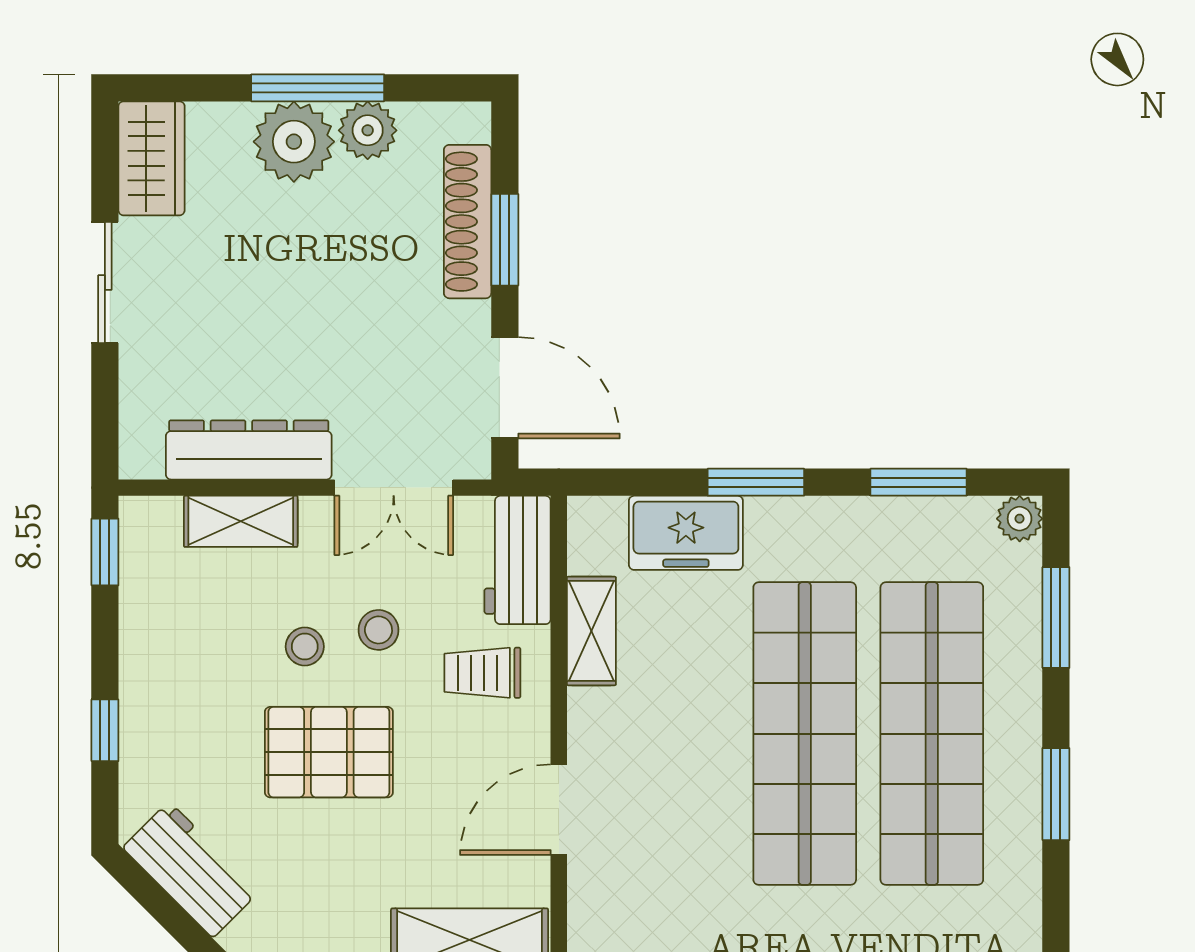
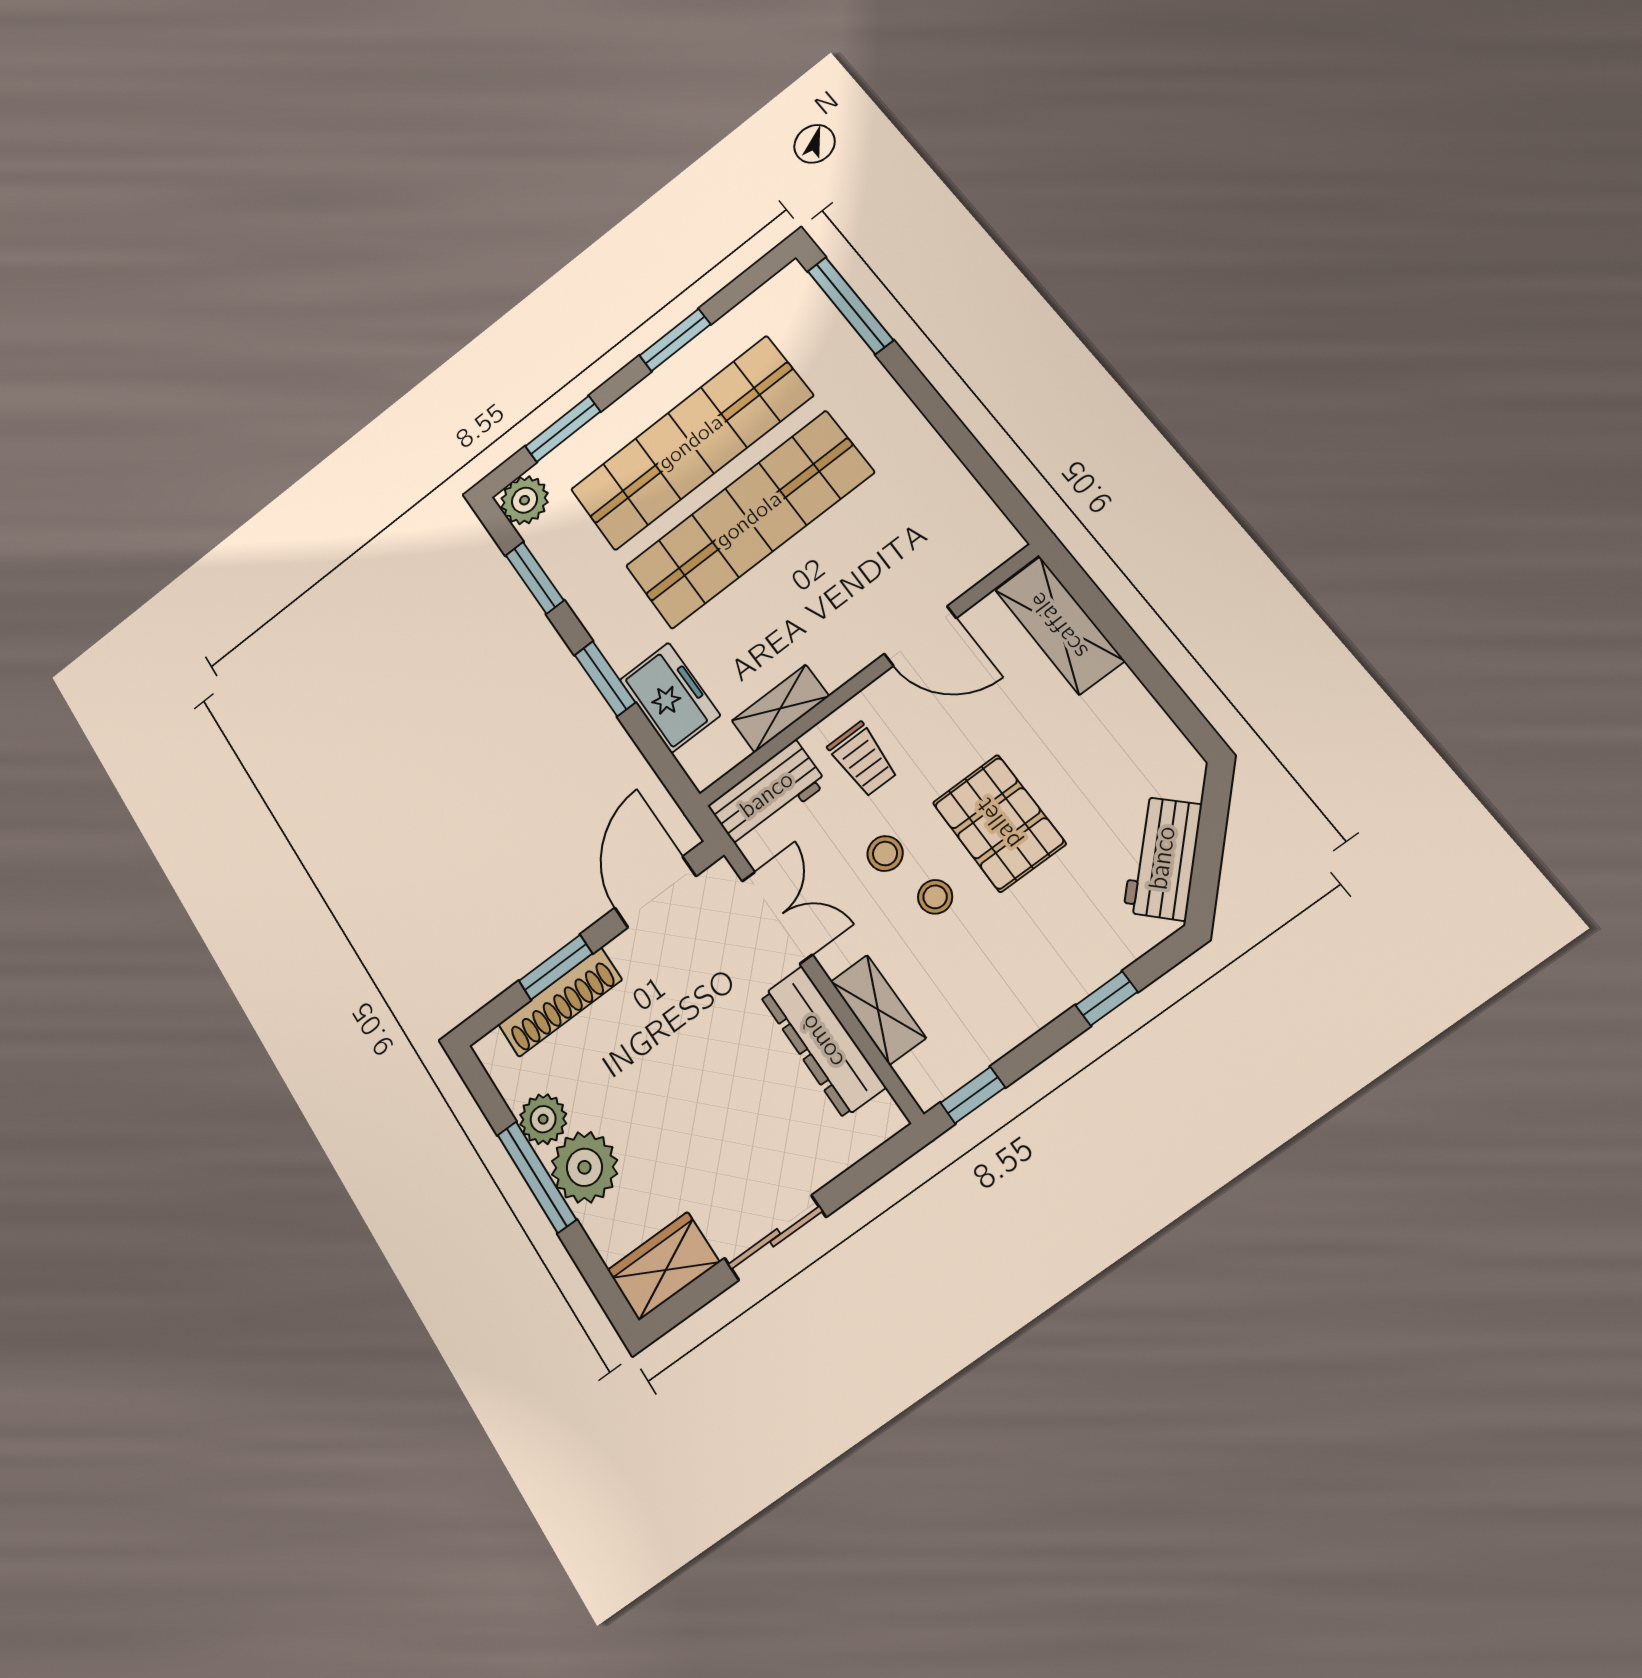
plant: (1020, 519) -> (524, 500), width x1.38, depth x1.38

